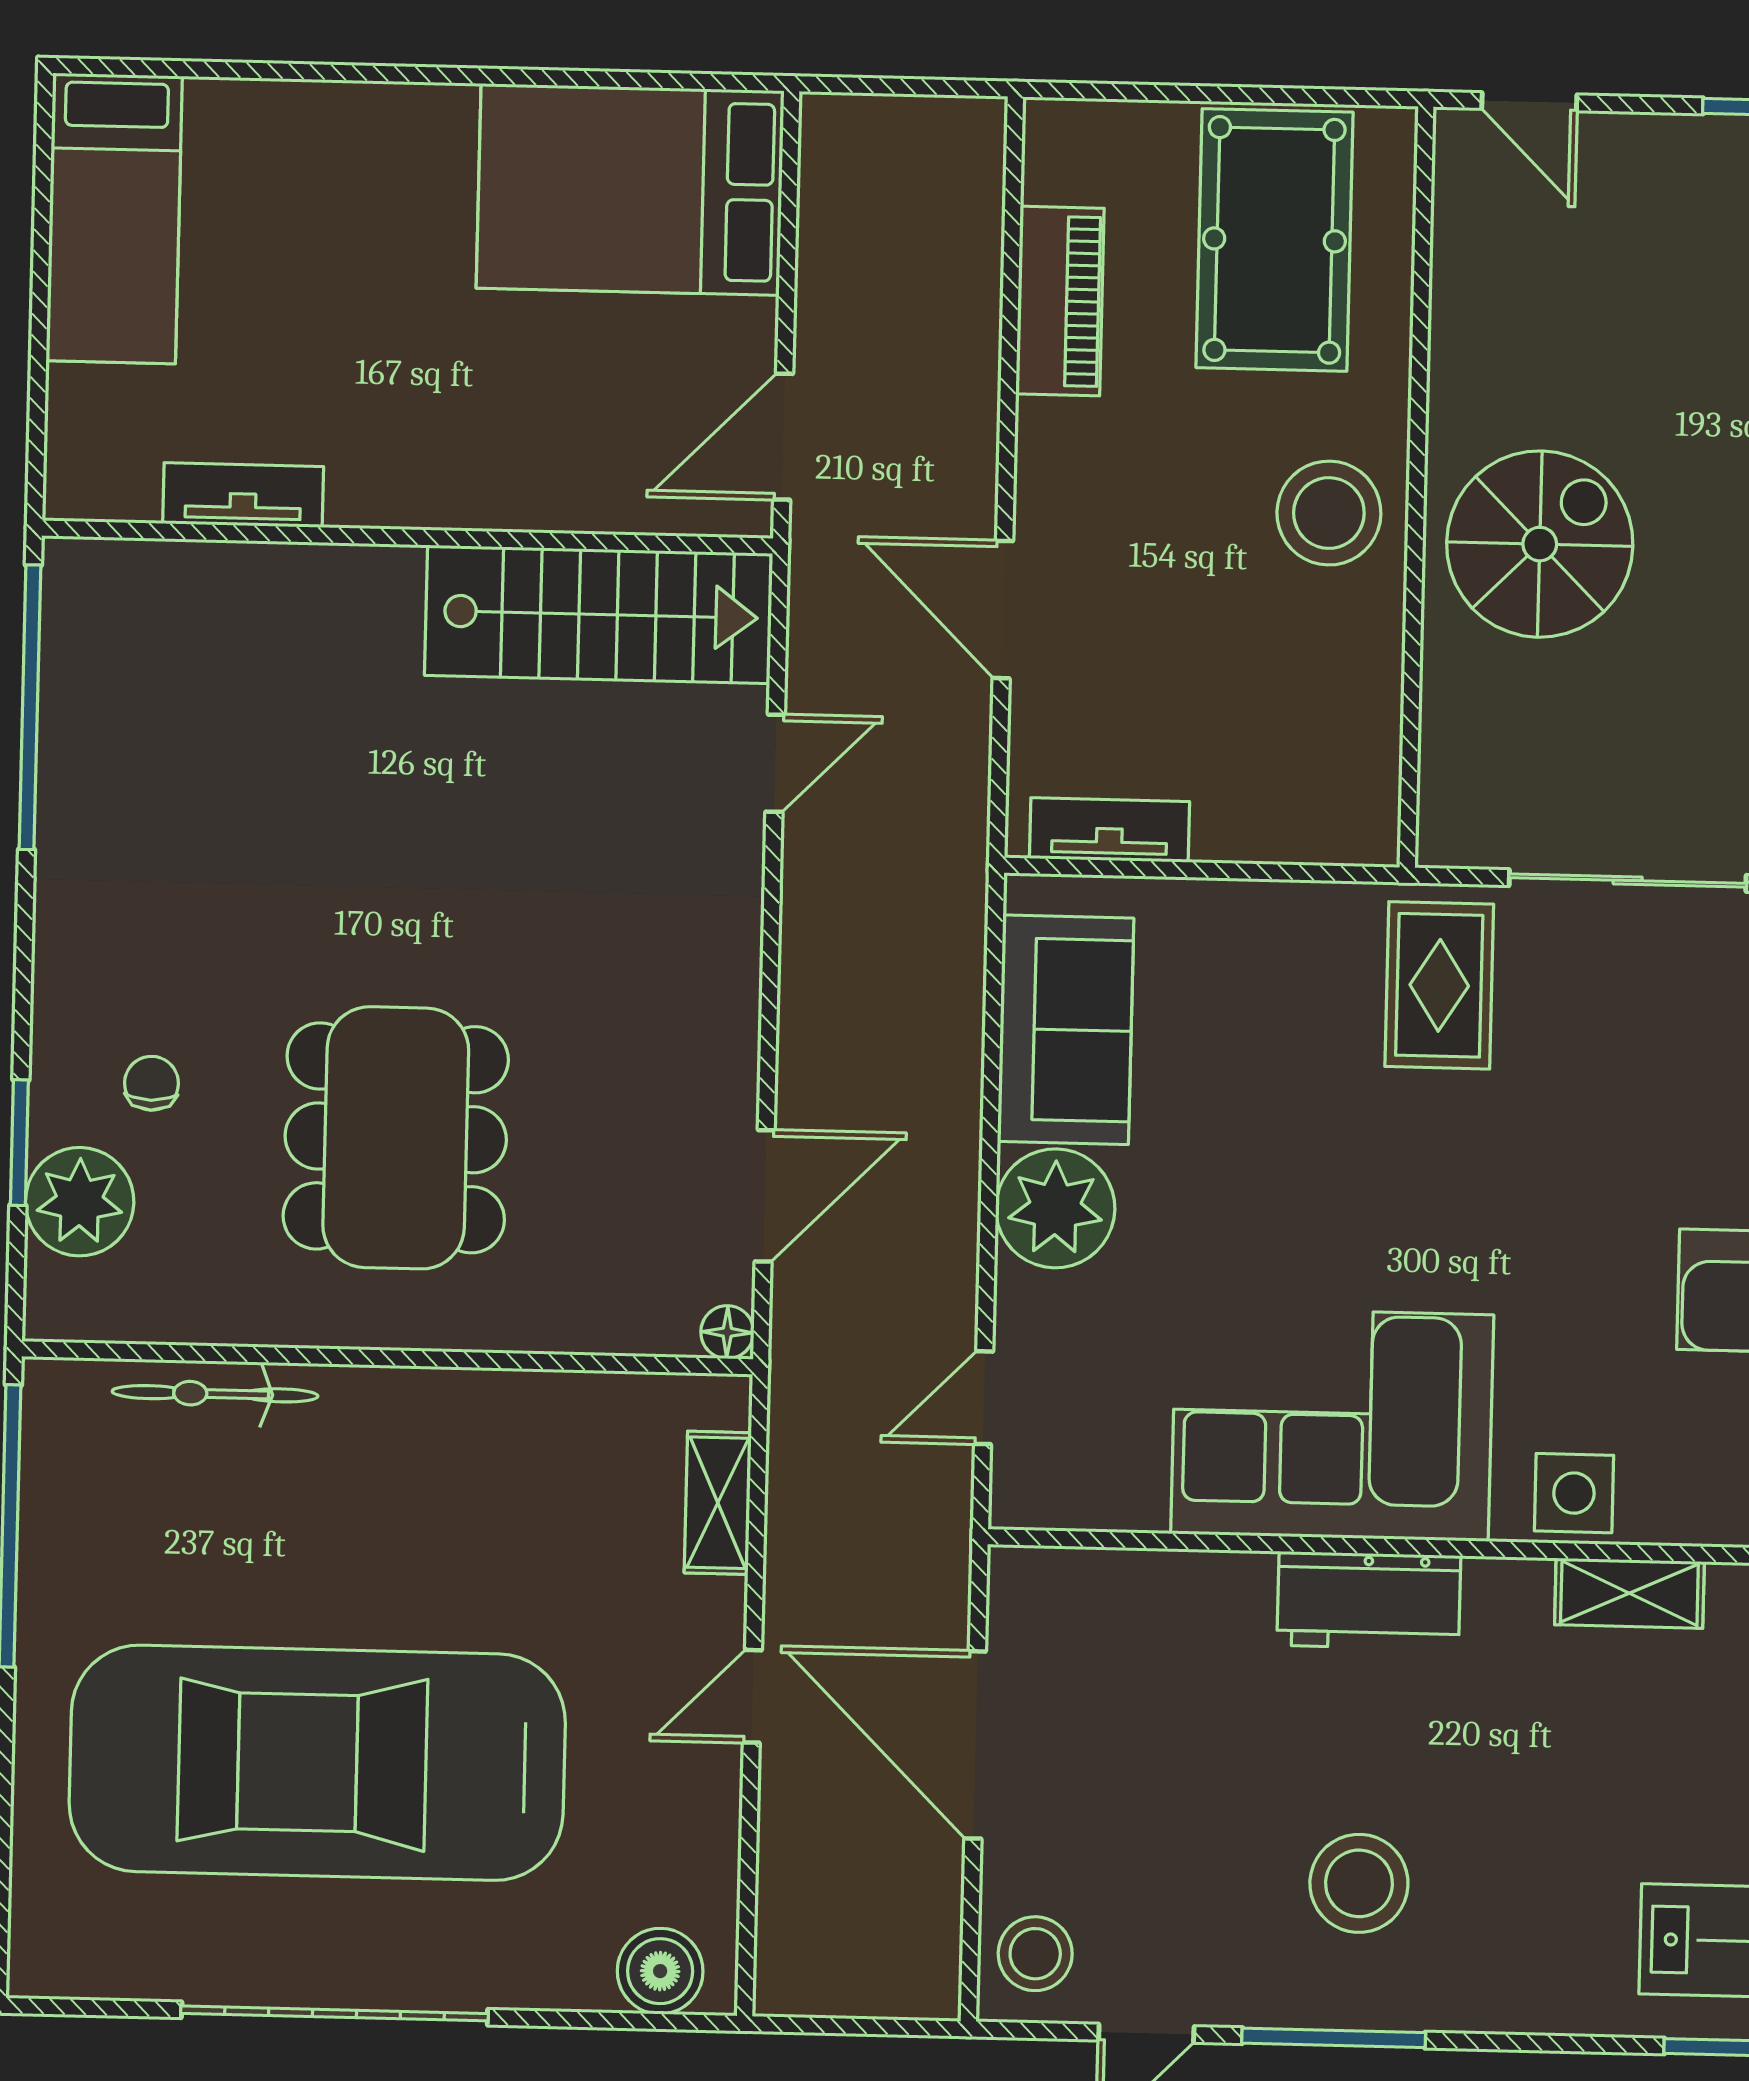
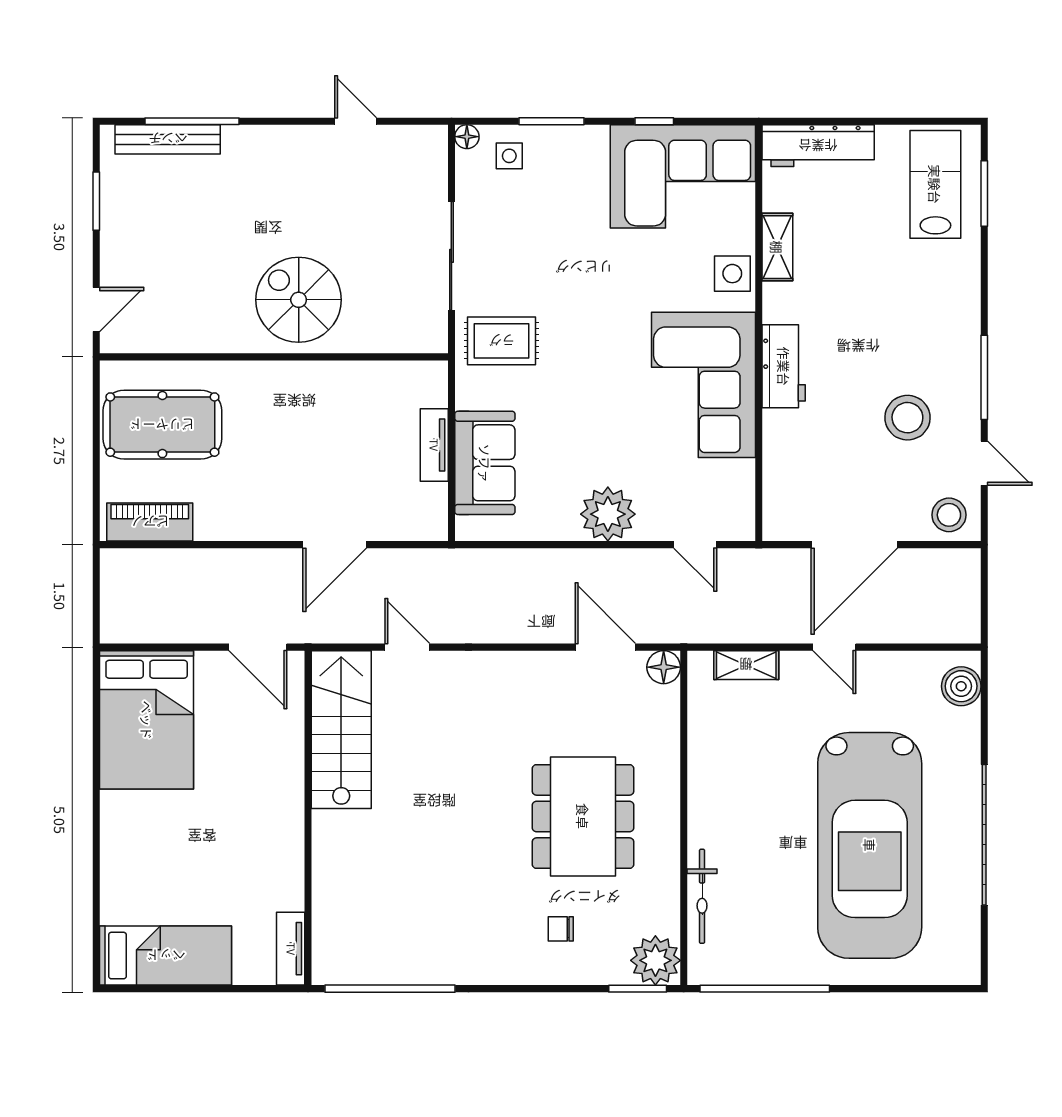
piano: (1060, 301) -> (150, 522), moved
tv unit: (243, 495) -> (291, 949), moved
stool: (1329, 513) -> (287, 397), removed
tv unit: (1109, 830) -> (434, 445), moved
sofa: (1066, 1030) -> (485, 463), moved, turned 90
dining table: (396, 1138) -> (583, 816), turned 90
window: (19, 1143) -> (638, 989), moved
plant: (80, 1202) -> (655, 960), moved
floor lamp: (727, 1332) -> (664, 667), width x1.37, depth x1.37
stool: (1359, 1883) -> (907, 418), moved

